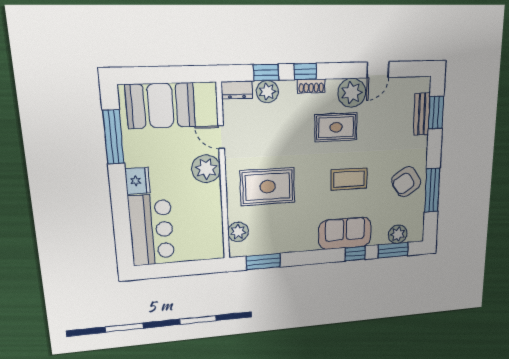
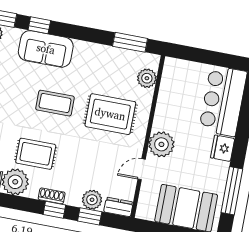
door: (221, 137) -> (142, 169), swing flipped
coffee table: (349, 179) -> (55, 103), moved

